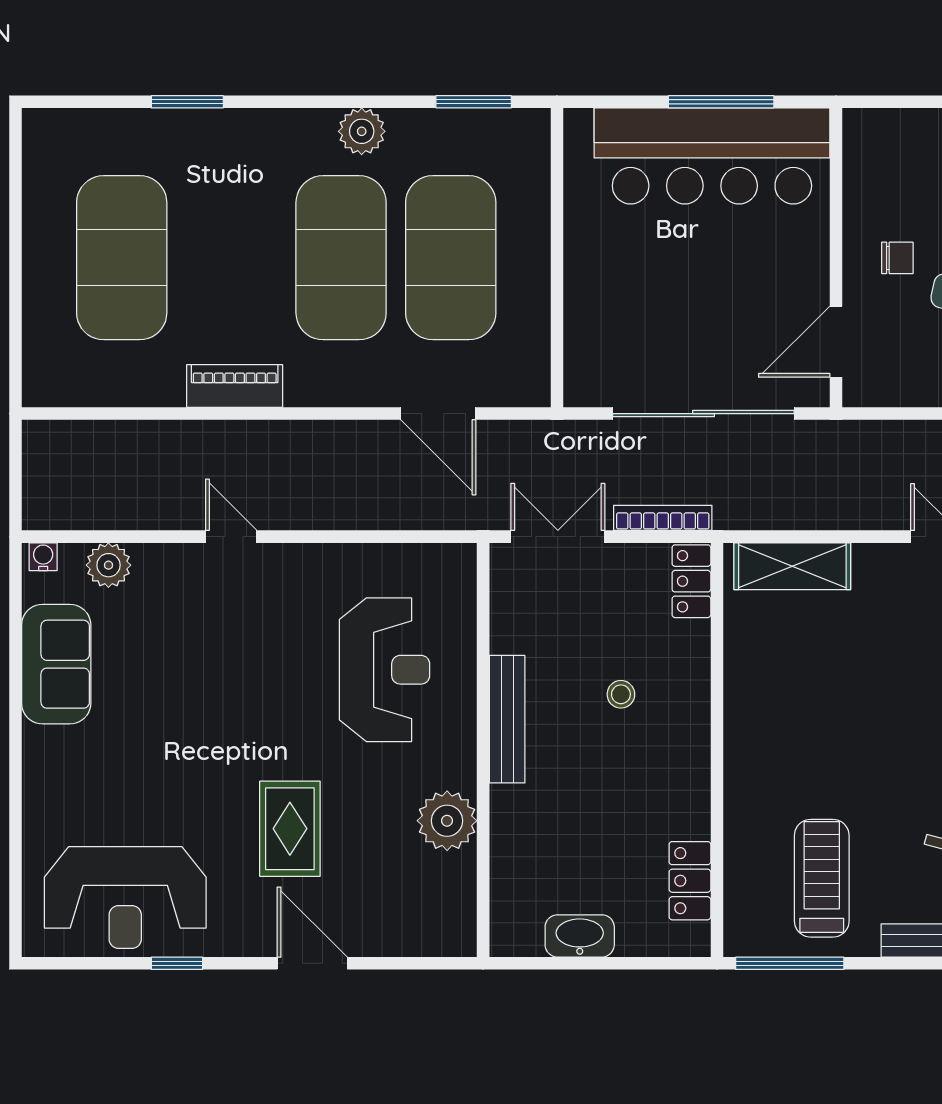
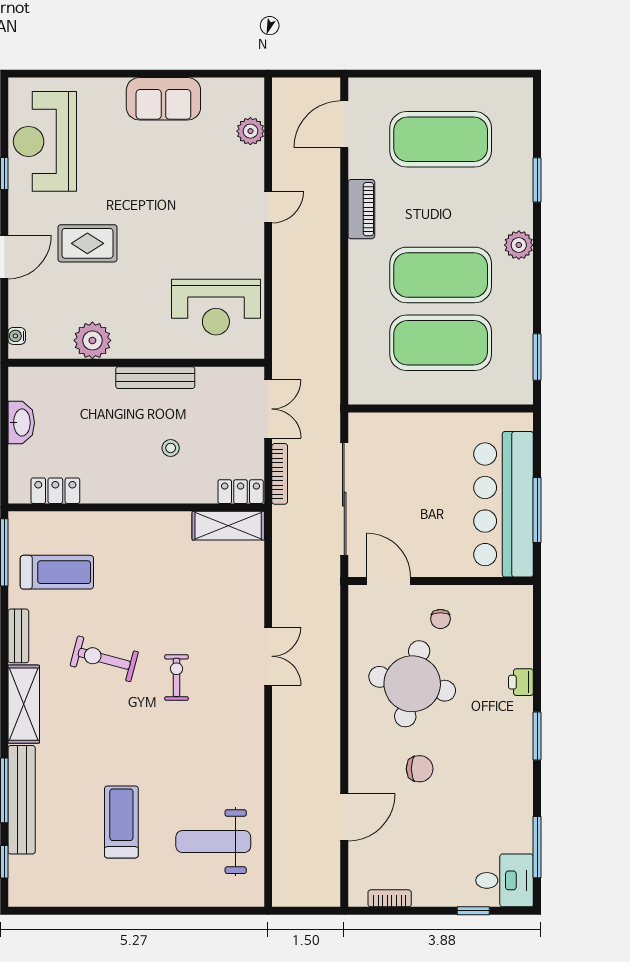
plant: (362, 131) -> (519, 245), moved
door: (438, 414) -> (344, 124), moved
water cooler: (43, 557) -> (17, 336), moved, turned 180
shelving: (792, 566) -> (228, 526), moved, turned 90
sofa: (56, 664) -> (163, 99), moved
reception desk: (384, 670) -> (216, 307), moved

